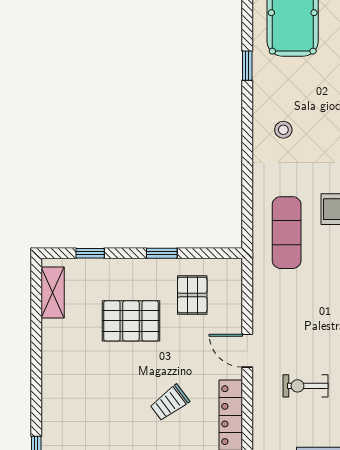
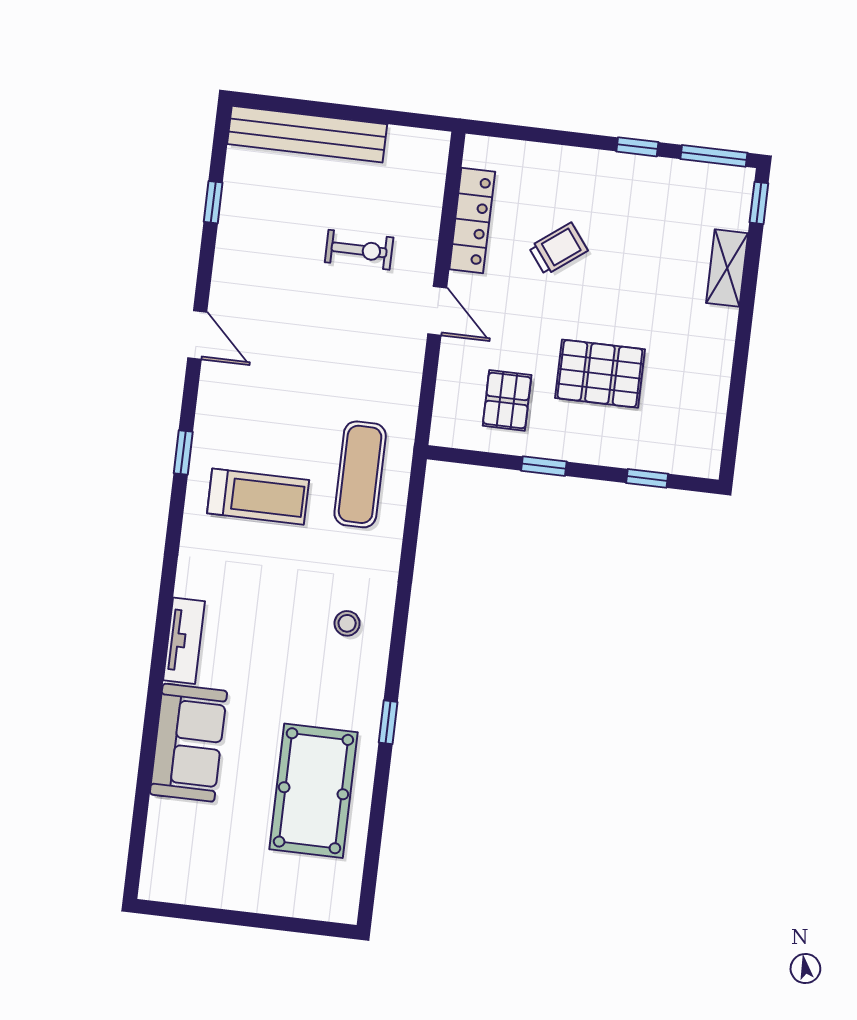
shelving: (53, 292) -> (727, 268), moved

